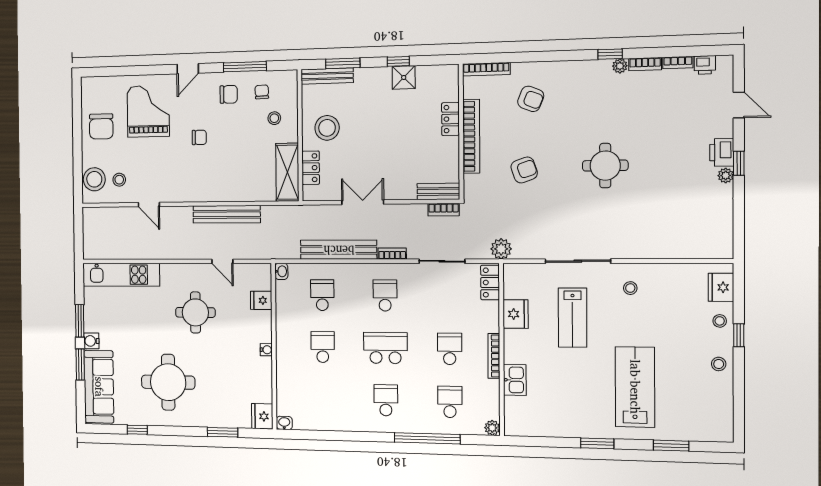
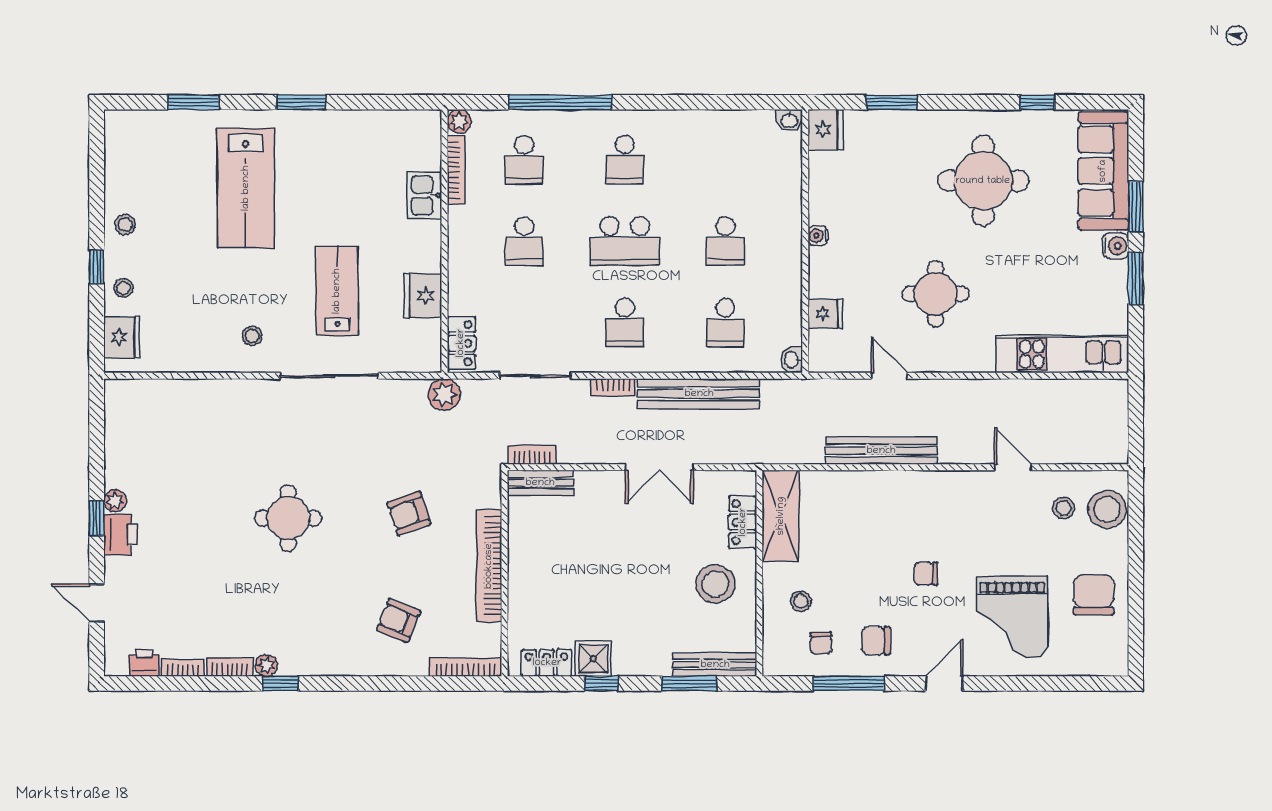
locker: (450, 119) -> (547, 663), moved, turned -90
bookcase: (494, 356) -> (456, 170), moved

